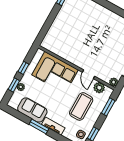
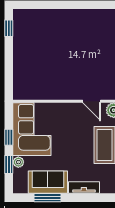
corner sofa: (55, 72) -> (32, 129), moved, turned -90
window: (39, 127) -> (47, 198), moved

